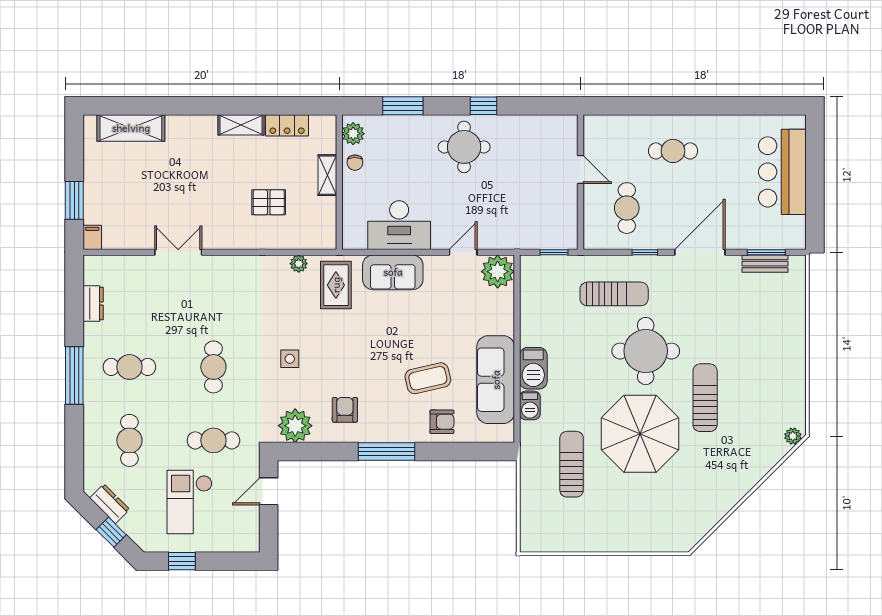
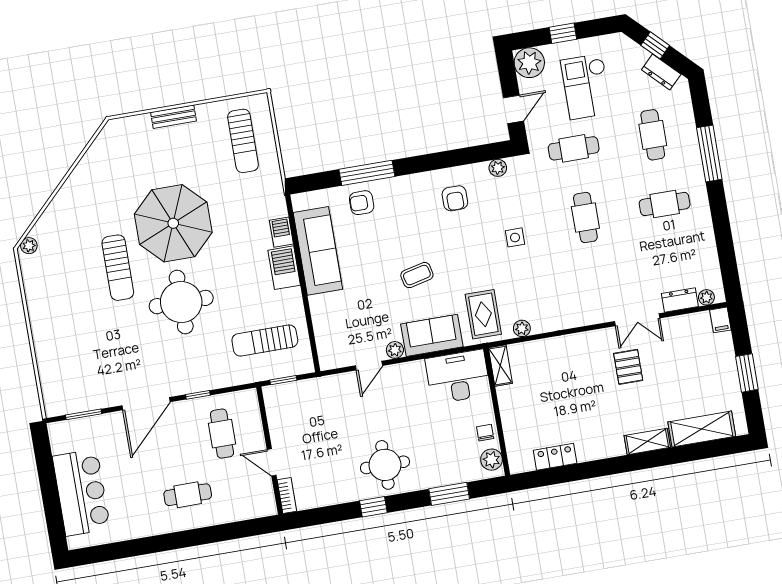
shelving: (241, 125) -> (647, 441), moved
bookcase: (571, 133) -> (287, 496), added
shelving: (327, 175) -> (500, 366), moved
window: (74, 200) -> (747, 373), moved
pallet: (269, 202) -> (628, 367), moved, turned 90
desk: (399, 225) -> (458, 377), moved
plant: (103, 263) -> (706, 297), added
bench: (765, 264) -> (174, 117), moved
plant: (498, 272) -> (395, 350), moved, width x0.53, depth x0.53
sun lounger: (614, 294) -> (265, 340), moved
dresser: (93, 304) -> (680, 300), moved, turned 90
window: (74, 375) -> (709, 154), moved
coffee table: (428, 378) -> (417, 275), moved, width x0.73, depth x0.77
plant: (295, 426) -> (498, 168), width x0.53, depth x0.53
window: (386, 451) -> (367, 173), moved
sun lounger: (572, 464) -> (243, 141), moved
checkout: (190, 502) -> (586, 87), turned 180
plant: (244, 537) -> (529, 63), added
window: (182, 561) -> (563, 33), moved

